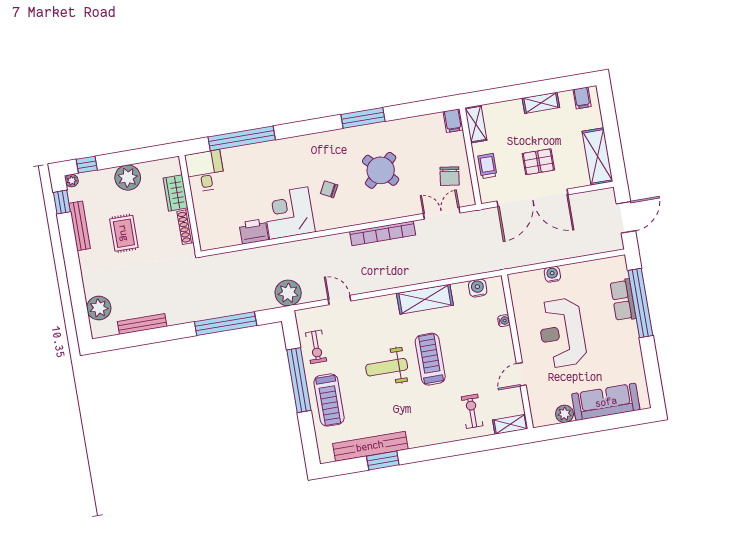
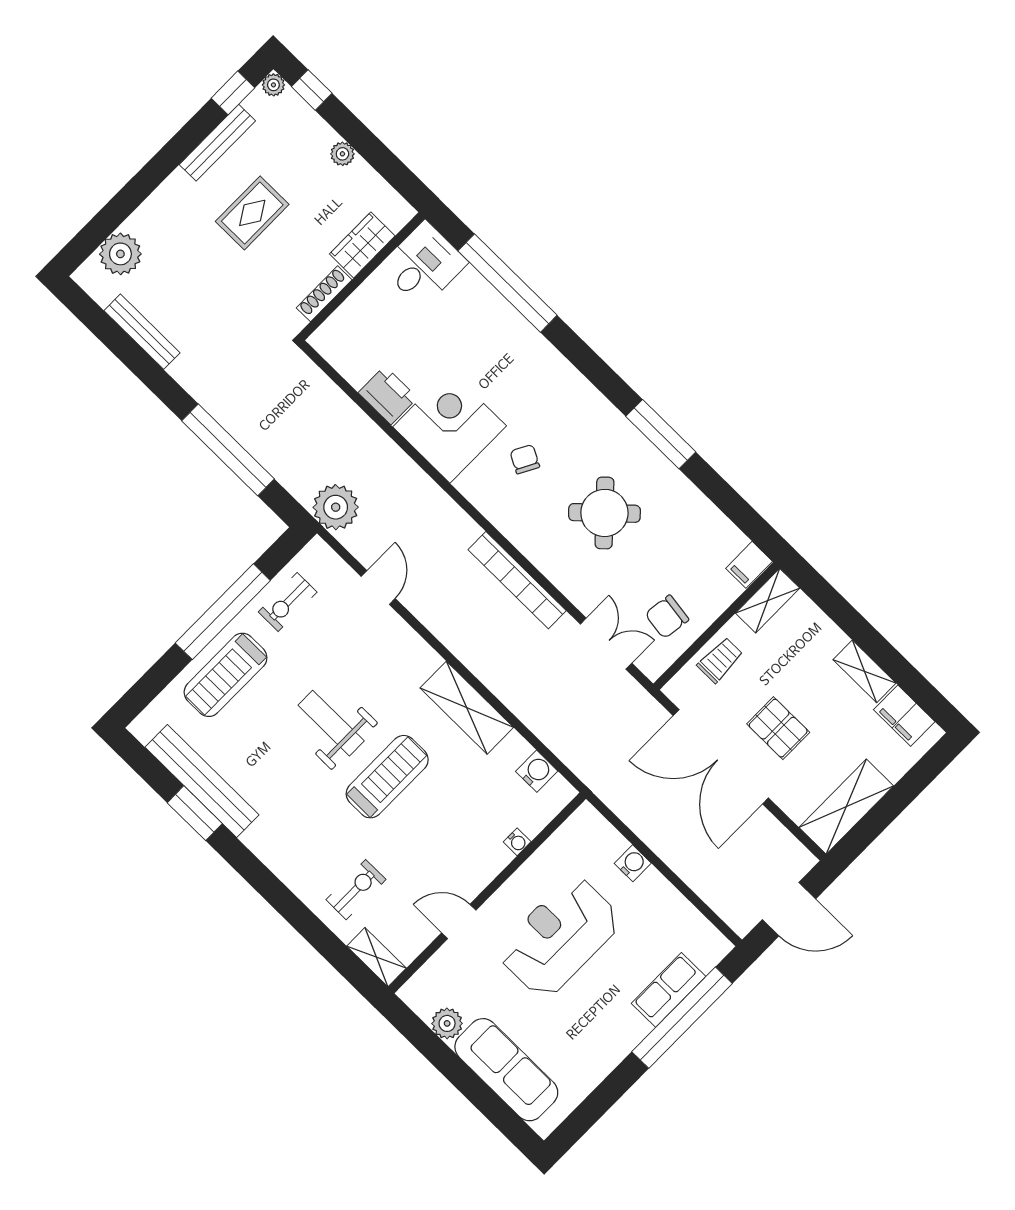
filing cabinet: (582, 98) -> (904, 716), width x2.00
plant: (128, 178) -> (342, 154), width x0.53, depth x0.53

